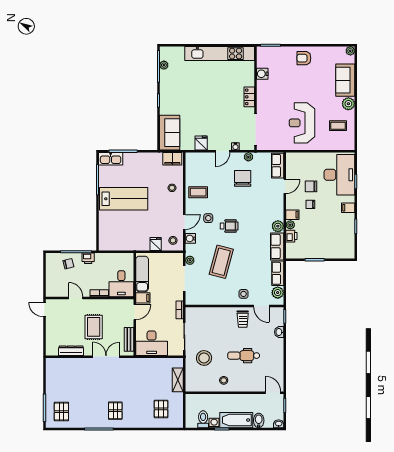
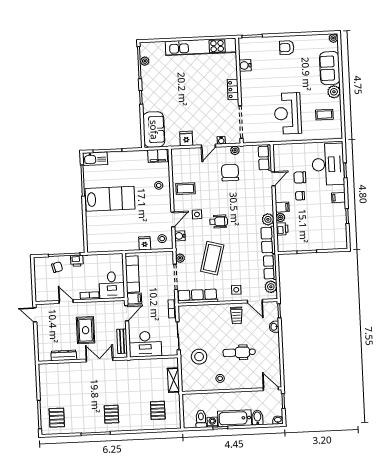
row of seats: (205, 298) -> (197, 296), added

